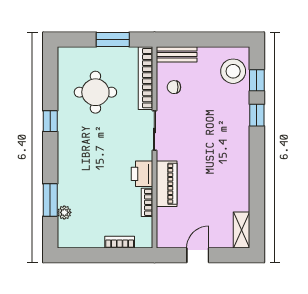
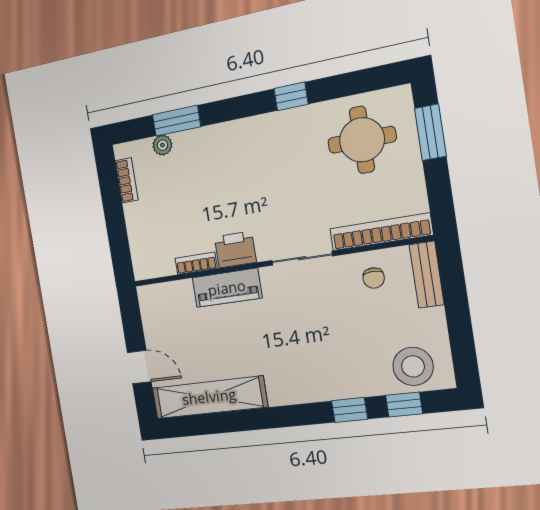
window: (113, 40) -> (430, 132), moved
chair: (174, 87) -> (374, 278), turned 180
round table: (95, 92) -> (362, 140), moved
shelving: (242, 230) -> (209, 397), width x2.20, depth x1.33
bookcase: (120, 242) -> (127, 180), moved
door: (198, 255) -> (139, 367), moved

